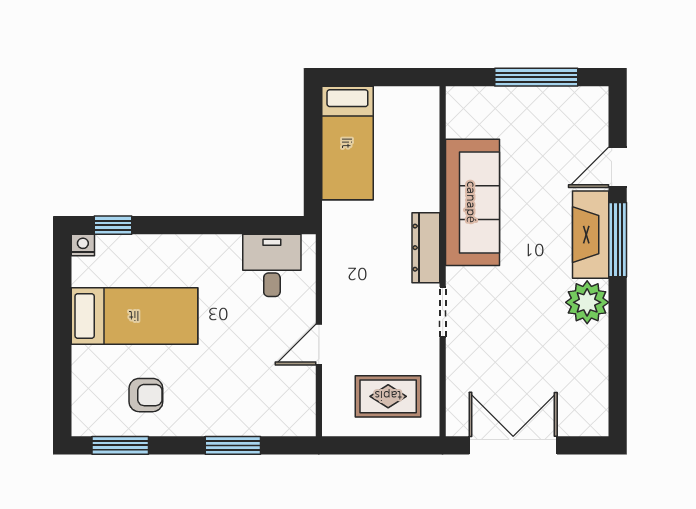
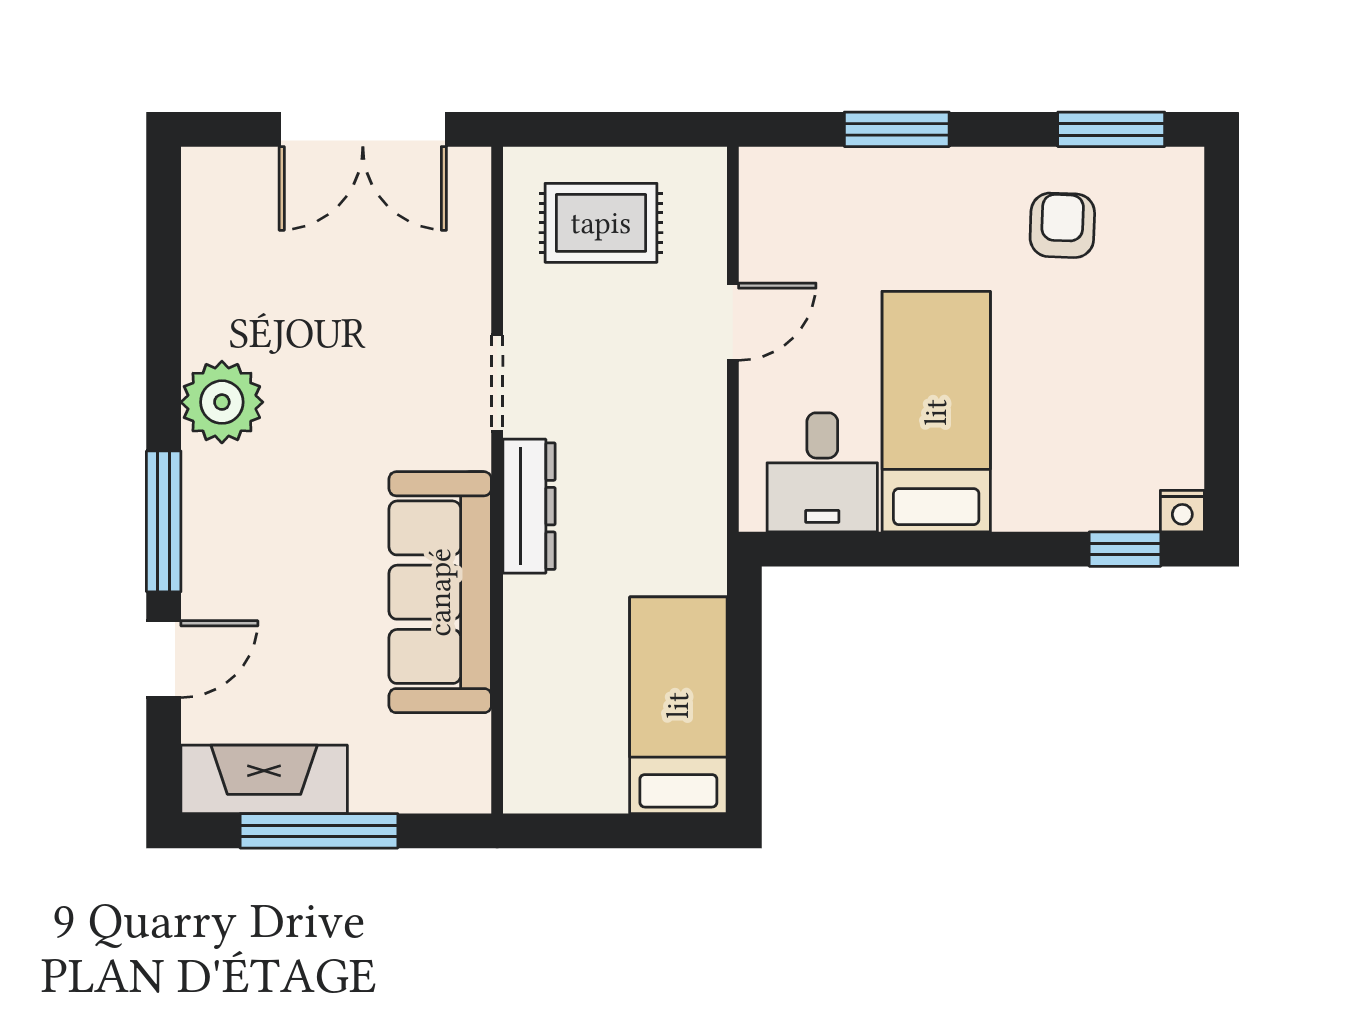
fireplace: (591, 235) -> (264, 779), moved, turned -90
bed: (134, 316) -> (936, 412), moved, turned 90
armchair: (146, 395) -> (1062, 225), turned 92

